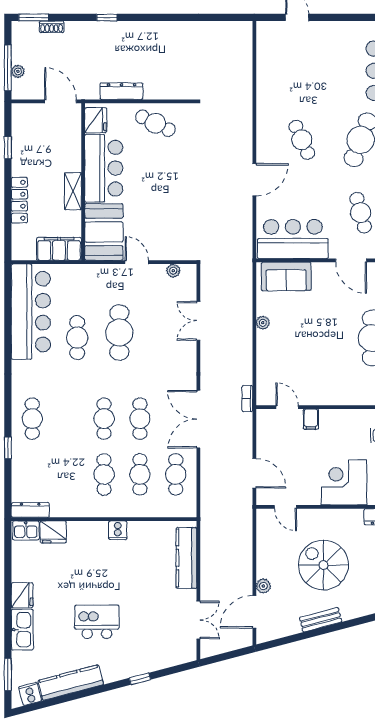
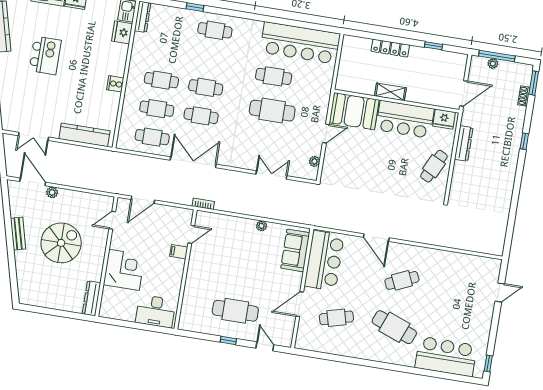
filing cabinet: (59, 249) -> (346, 73), removed

